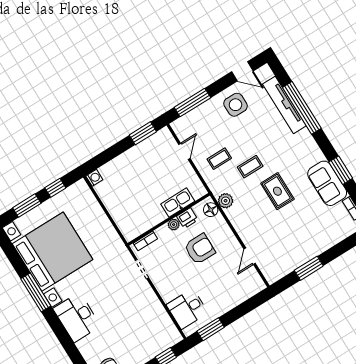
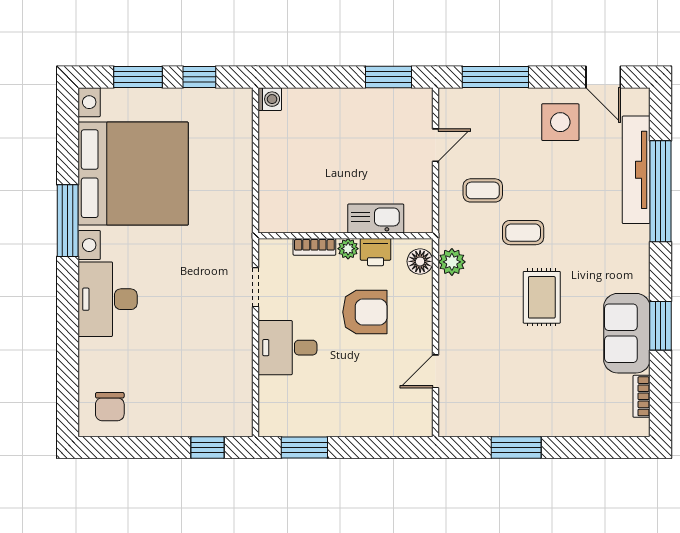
bookcase: (145, 241) -> (314, 247), moved
desk: (187, 309) -> (287, 348), moved

